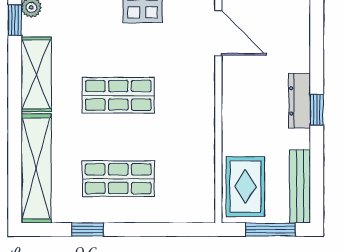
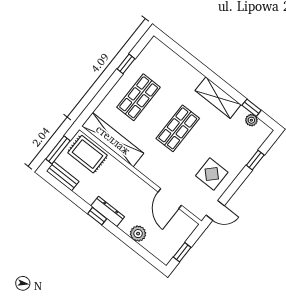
door: (218, 33) -> (170, 199), hinge flipped
plant: (297, 38) -> (138, 234), added
shelving: (36, 168) -> (113, 140), moved
bench: (300, 186) -> (63, 176), width x0.73

